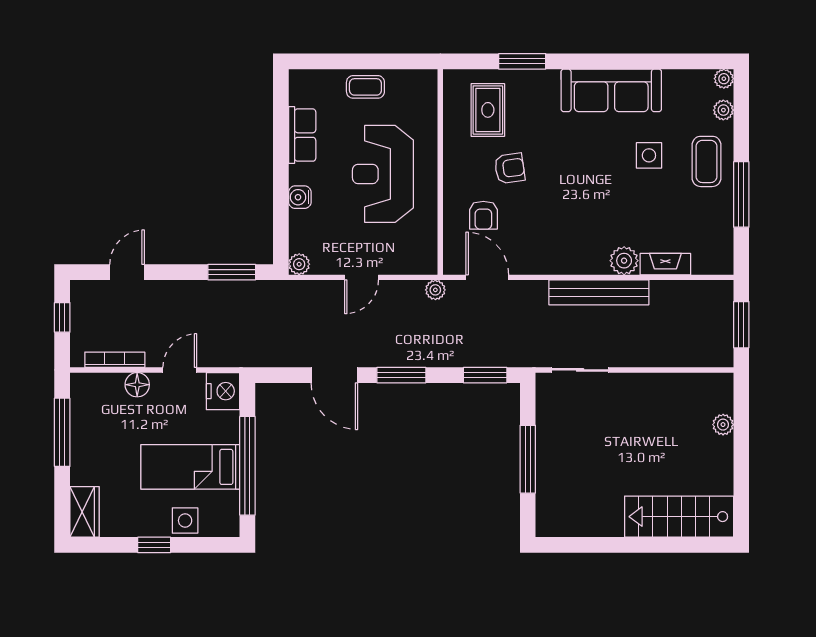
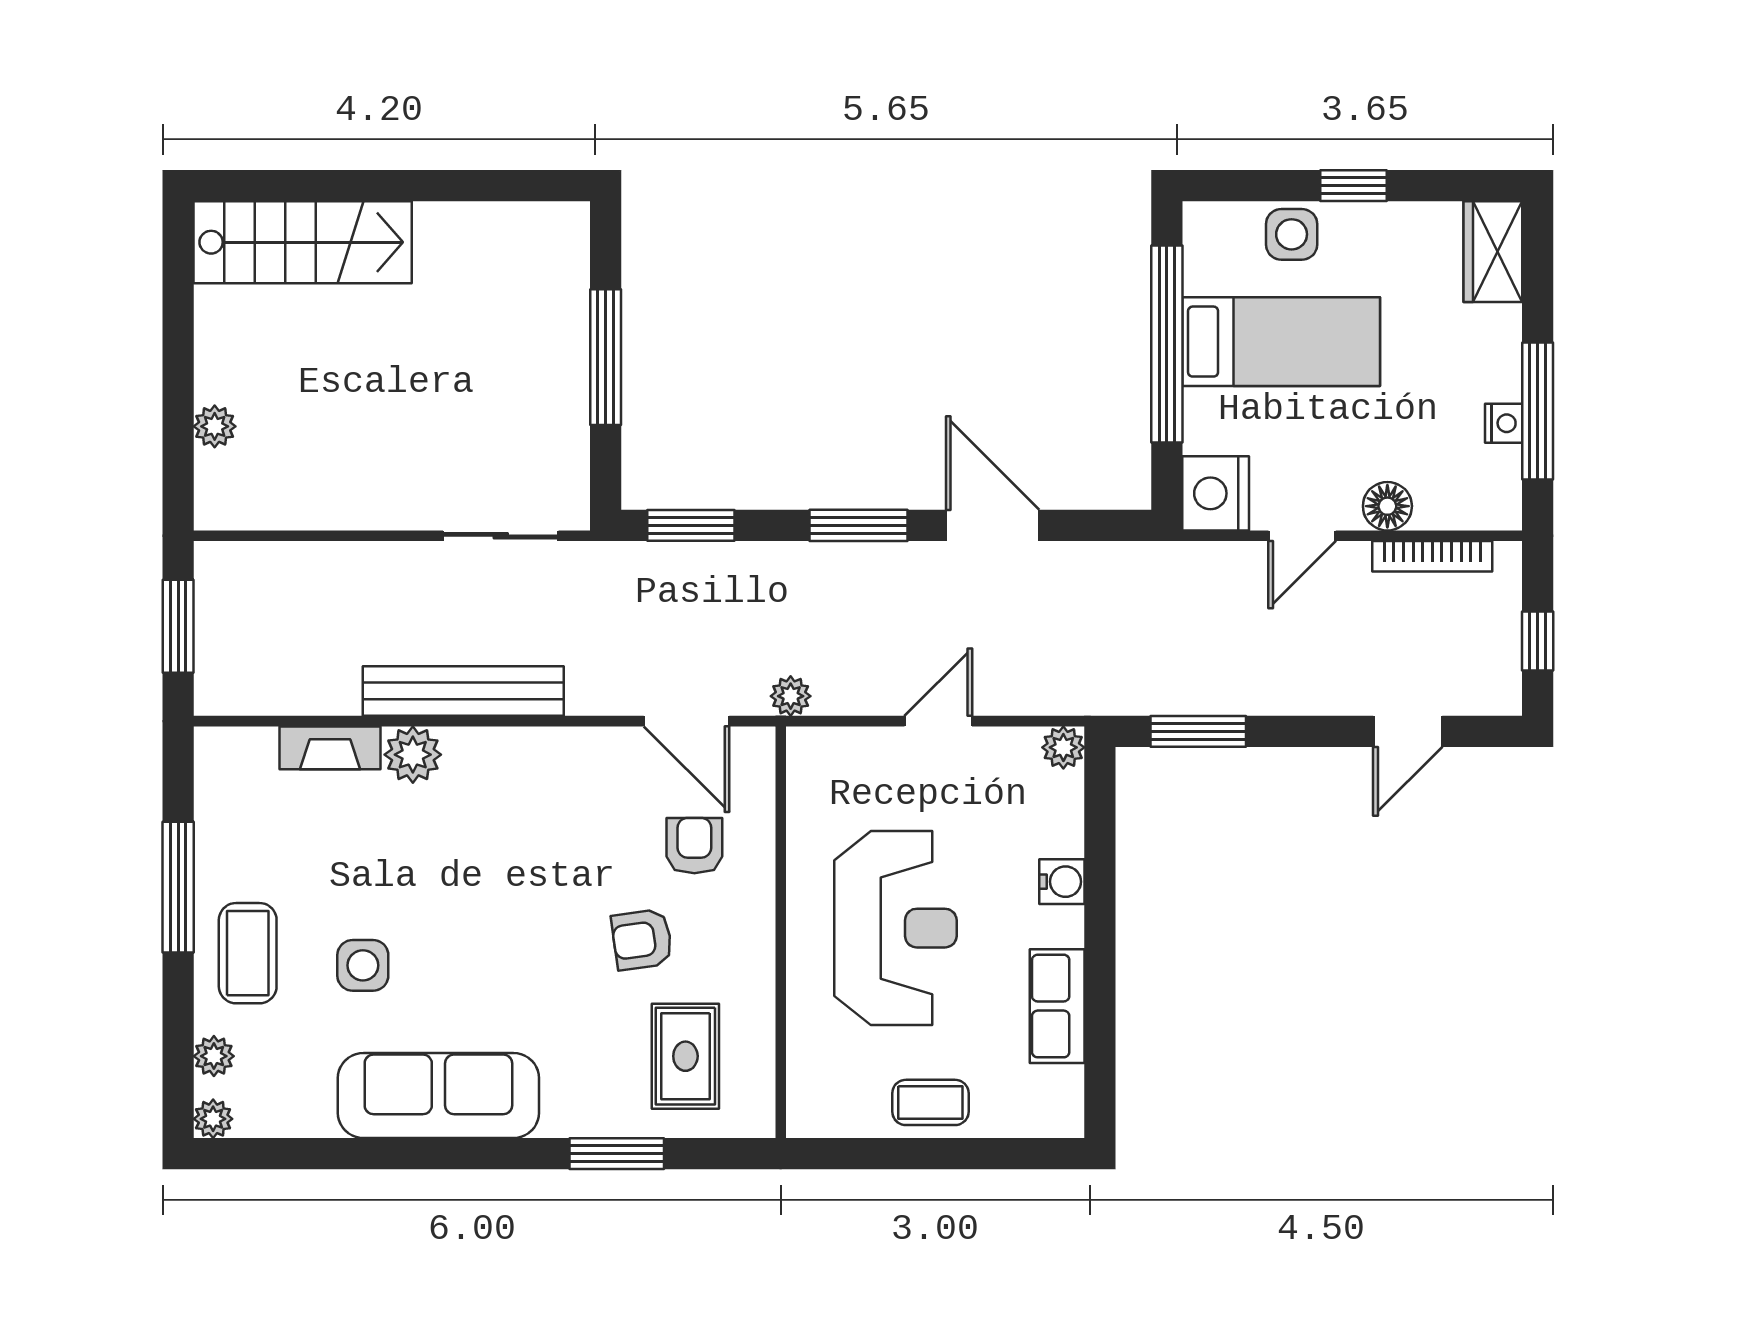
nightstand: (79, 426) -> (1504, 423), added

